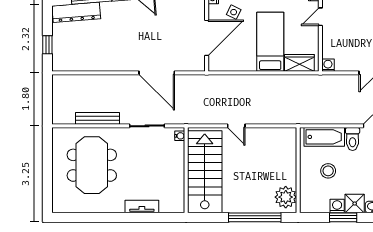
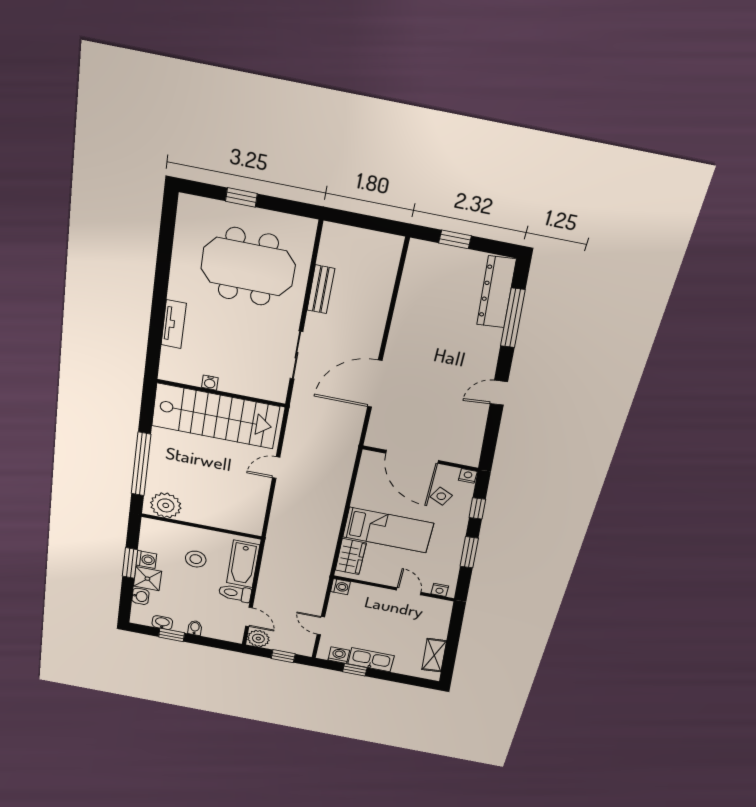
bench: (97, 118) -> (321, 289), width x0.73
water cooler: (180, 136) -> (210, 383), moved
window: (47, 175) -> (241, 197), added

